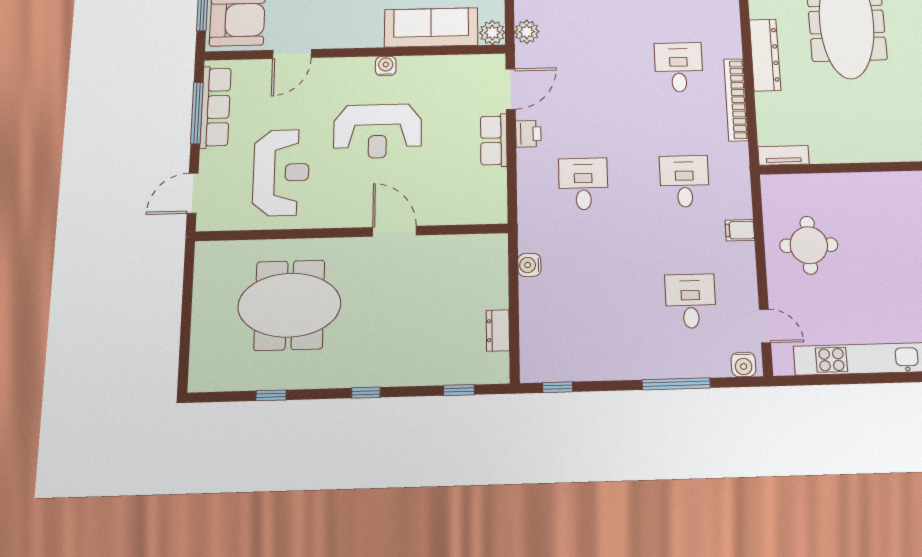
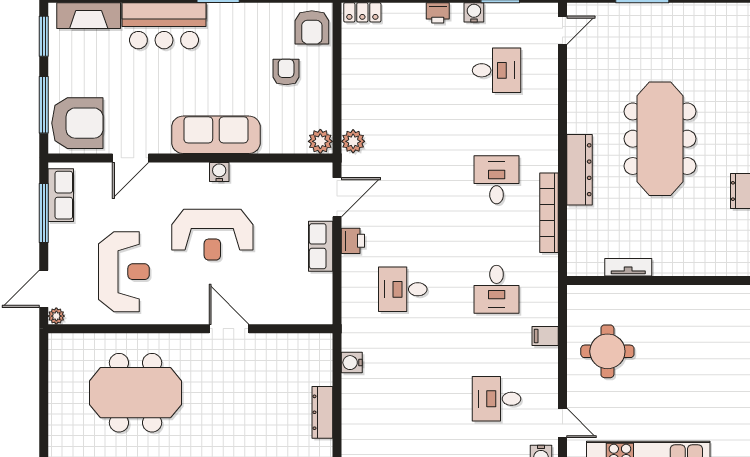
sofa: (431, 27) -> (216, 135), moved
row of seats: (216, 107) -> (61, 195), width x0.68
tv unit: (784, 155) -> (628, 267), moved
desk: (684, 181) -> (497, 289), turned 180
desk: (583, 184) -> (403, 289), turned -90
plant: (205, 222) -> (56, 316), added
desk: (691, 301) -> (497, 399), turned -90
dresser: (498, 330) -> (322, 412), width x1.44

